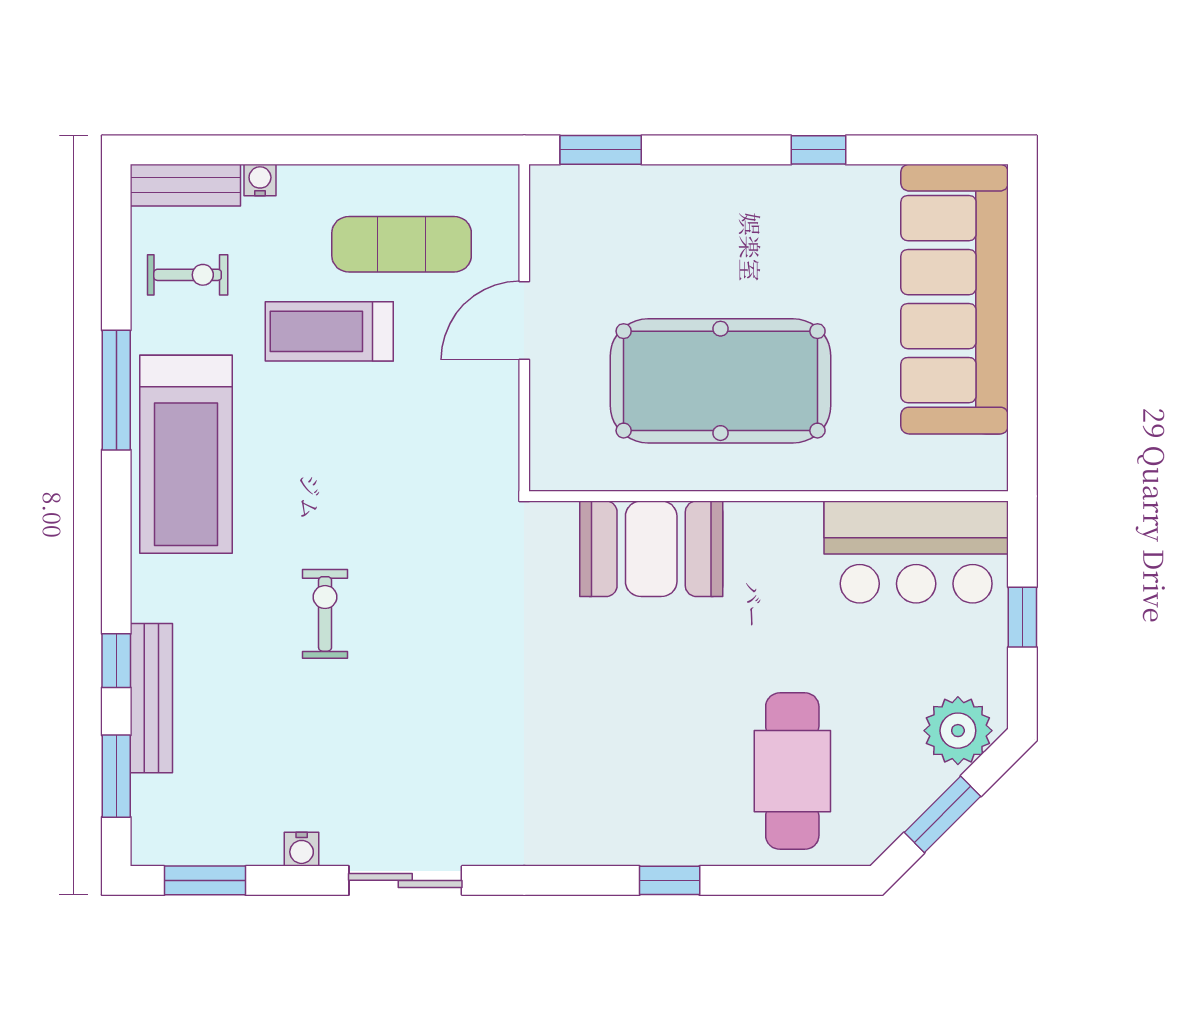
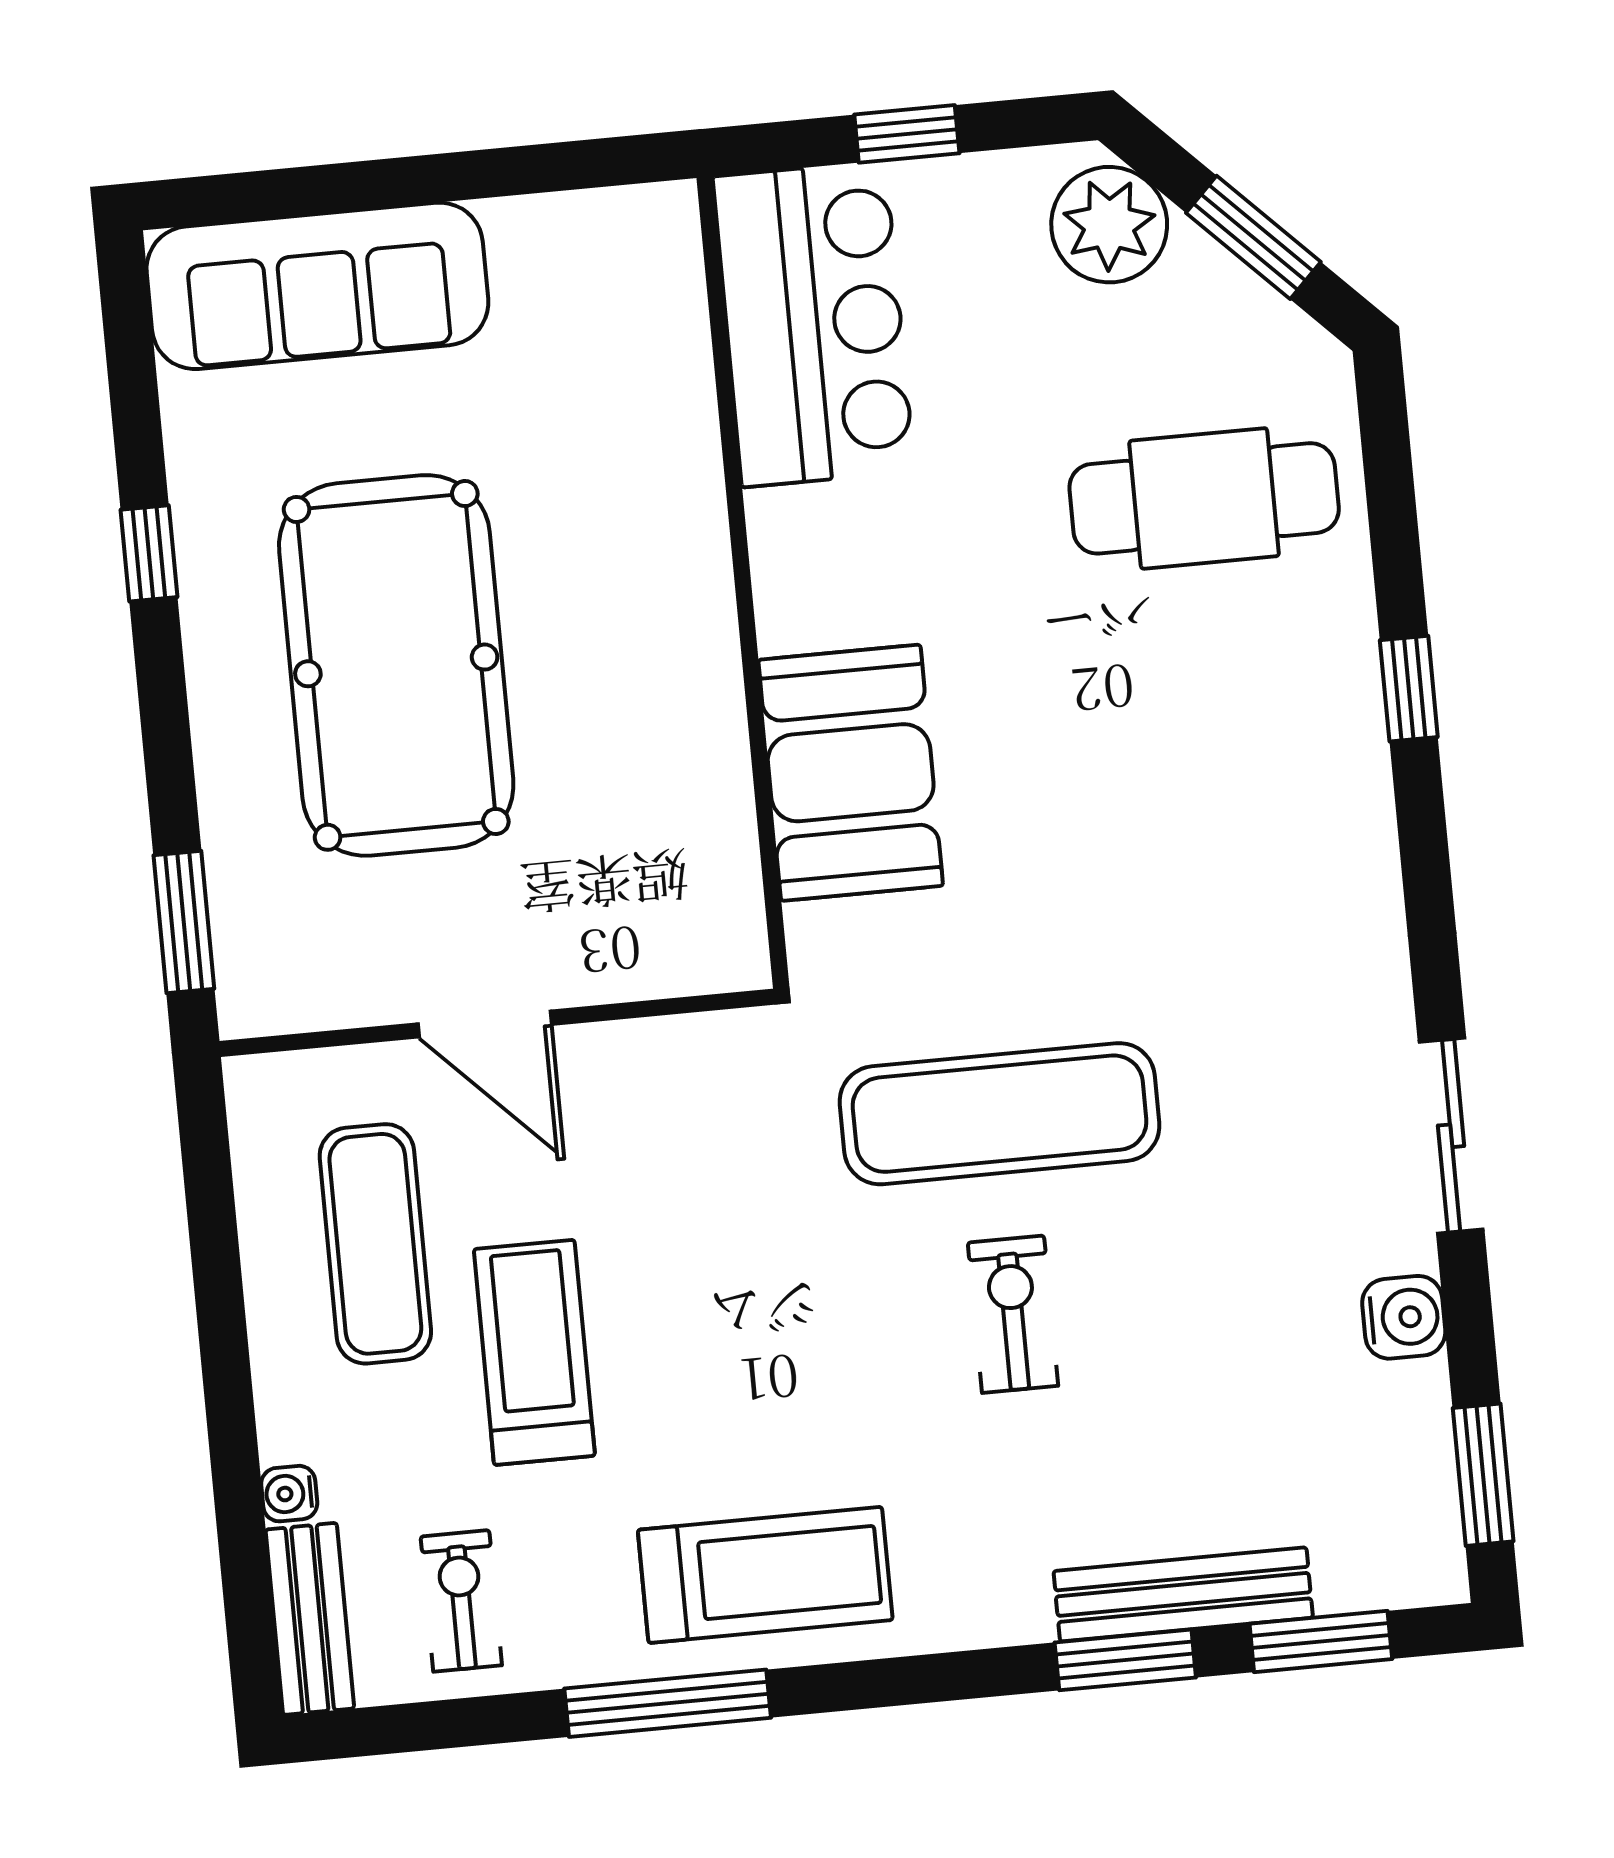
sofa: (955, 299) -> (317, 286), width x0.74, depth x0.79
treadmill: (329, 331) -> (534, 1352), turned 180
pool table: (721, 381) -> (396, 665), moved
treadmill: (186, 454) -> (765, 1575), width x0.73, depth x0.73
exercise bike: (325, 614) -> (1013, 1314), turned 90
exercise mat: (443, 617) -> (1000, 1114), added
window: (116, 661) -> (1125, 1660), width x1.50
water cooler: (302, 849) -> (1404, 1317), width x1.38, depth x1.38

